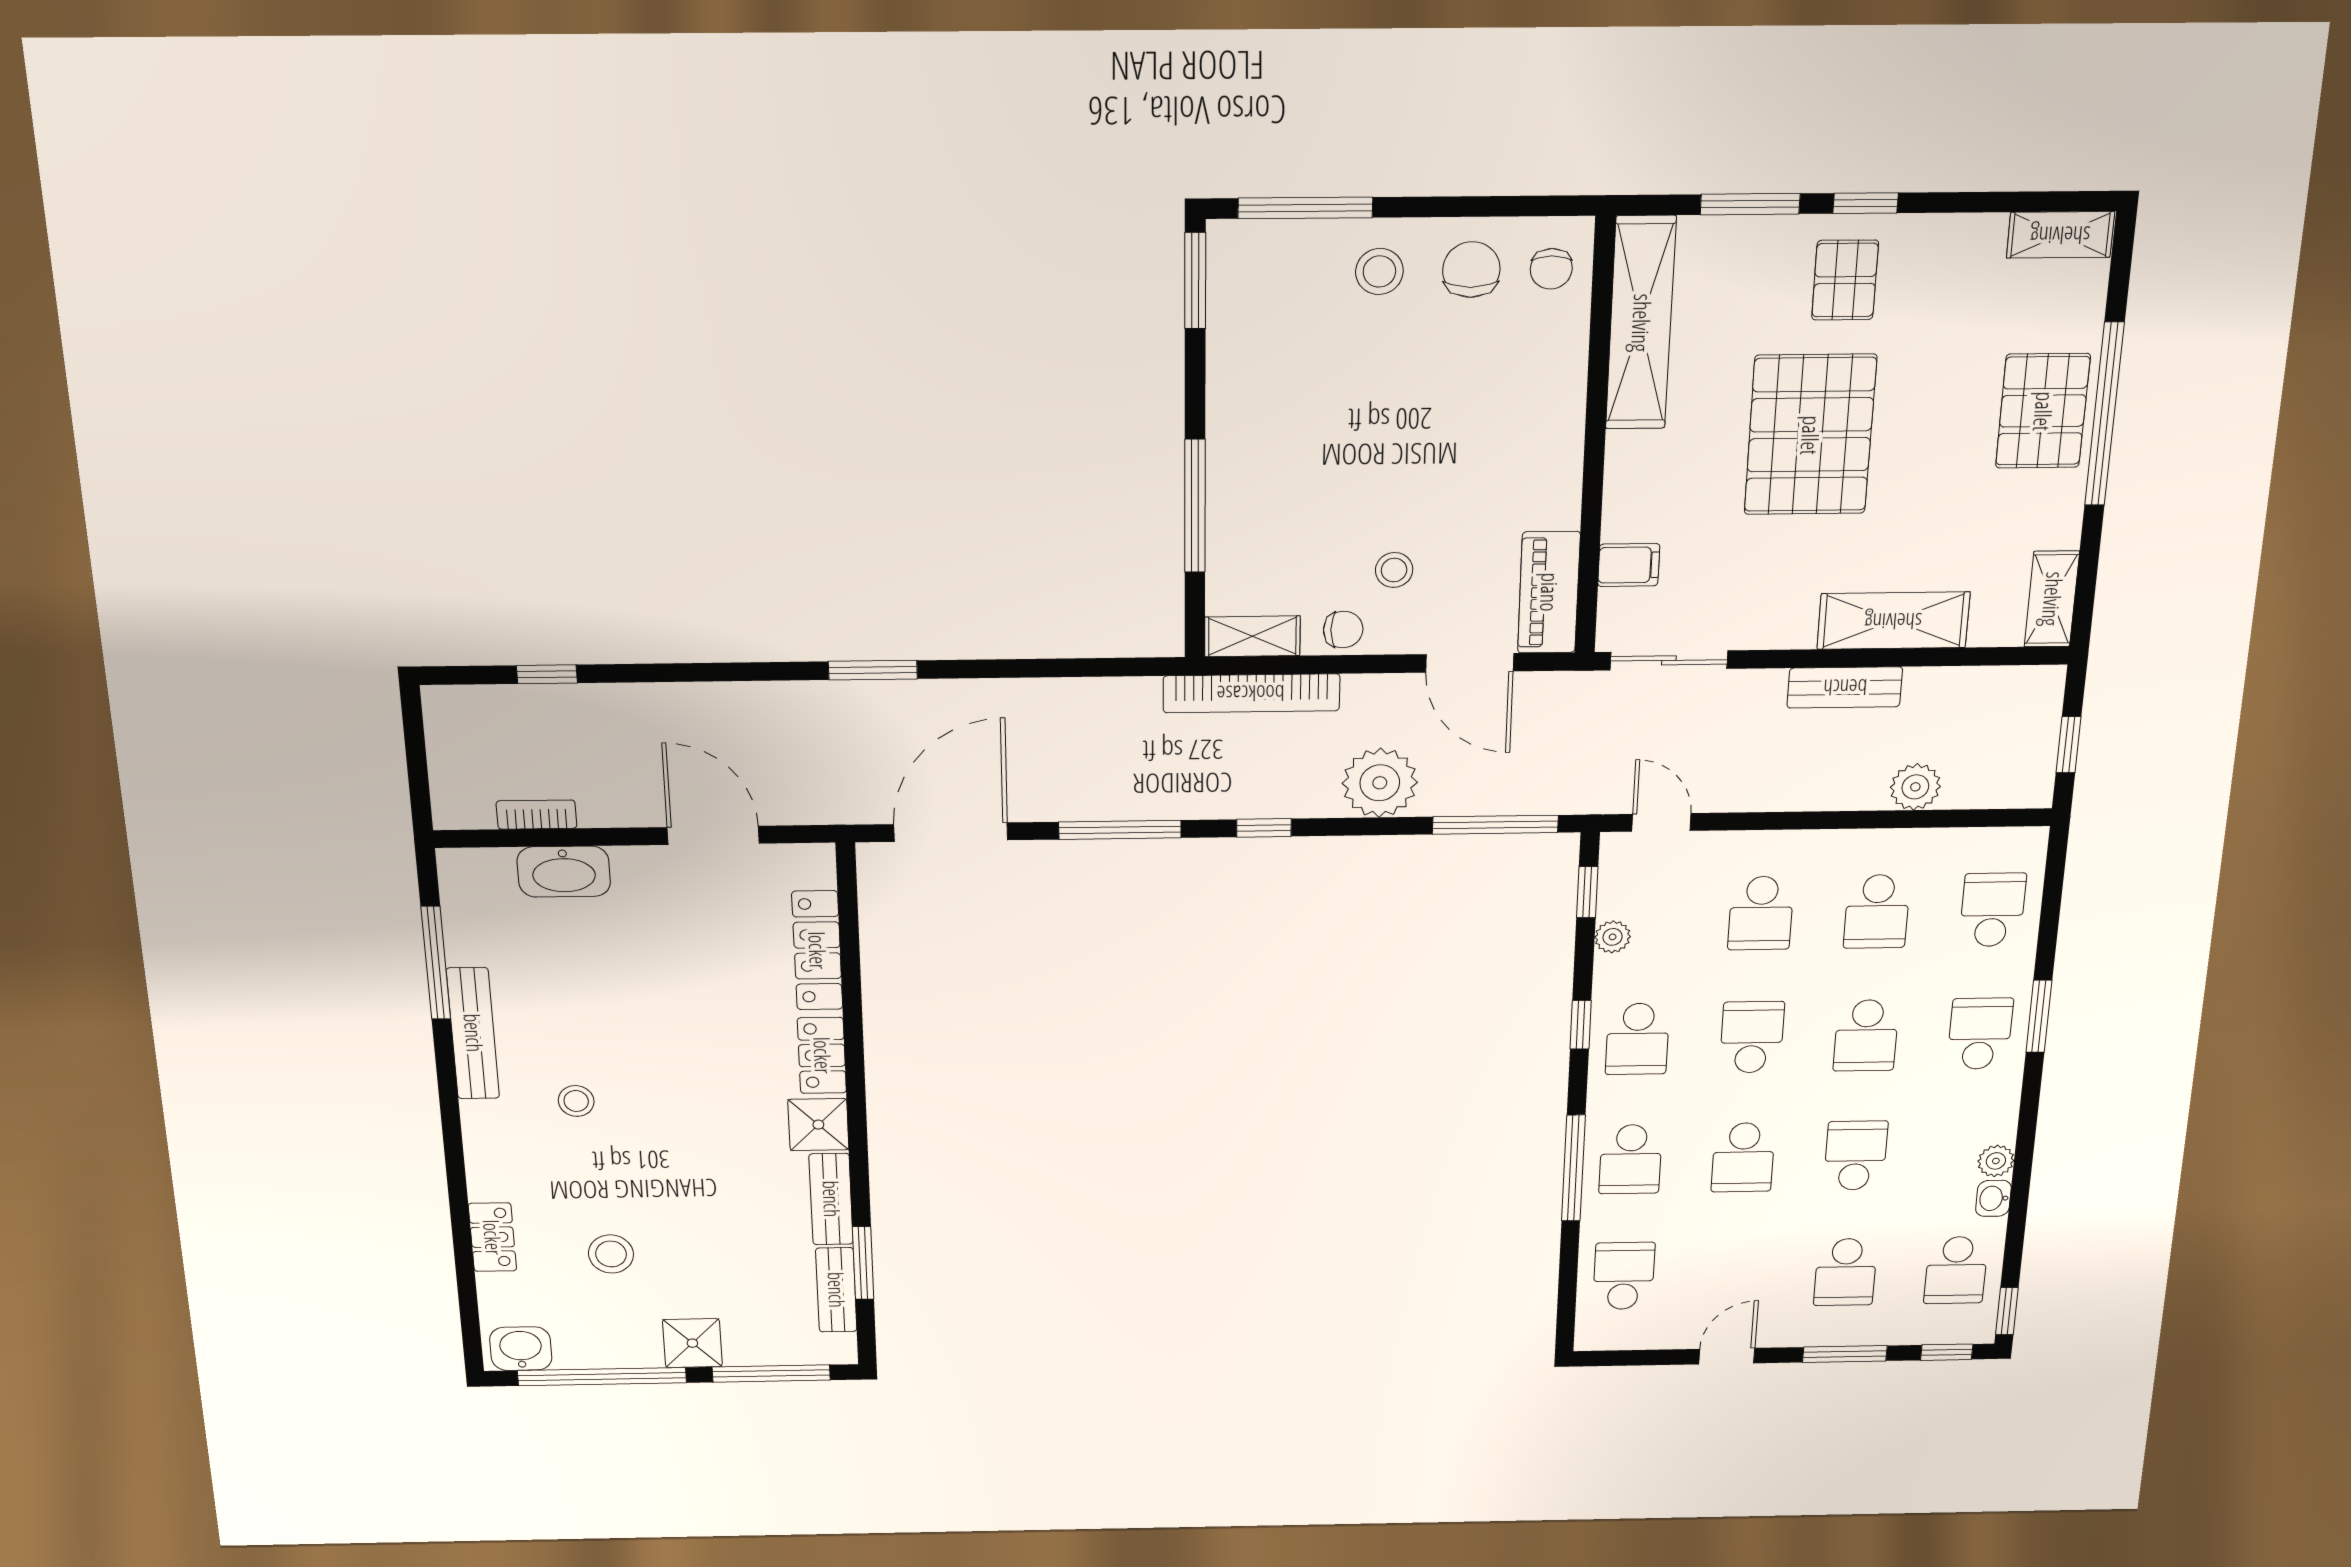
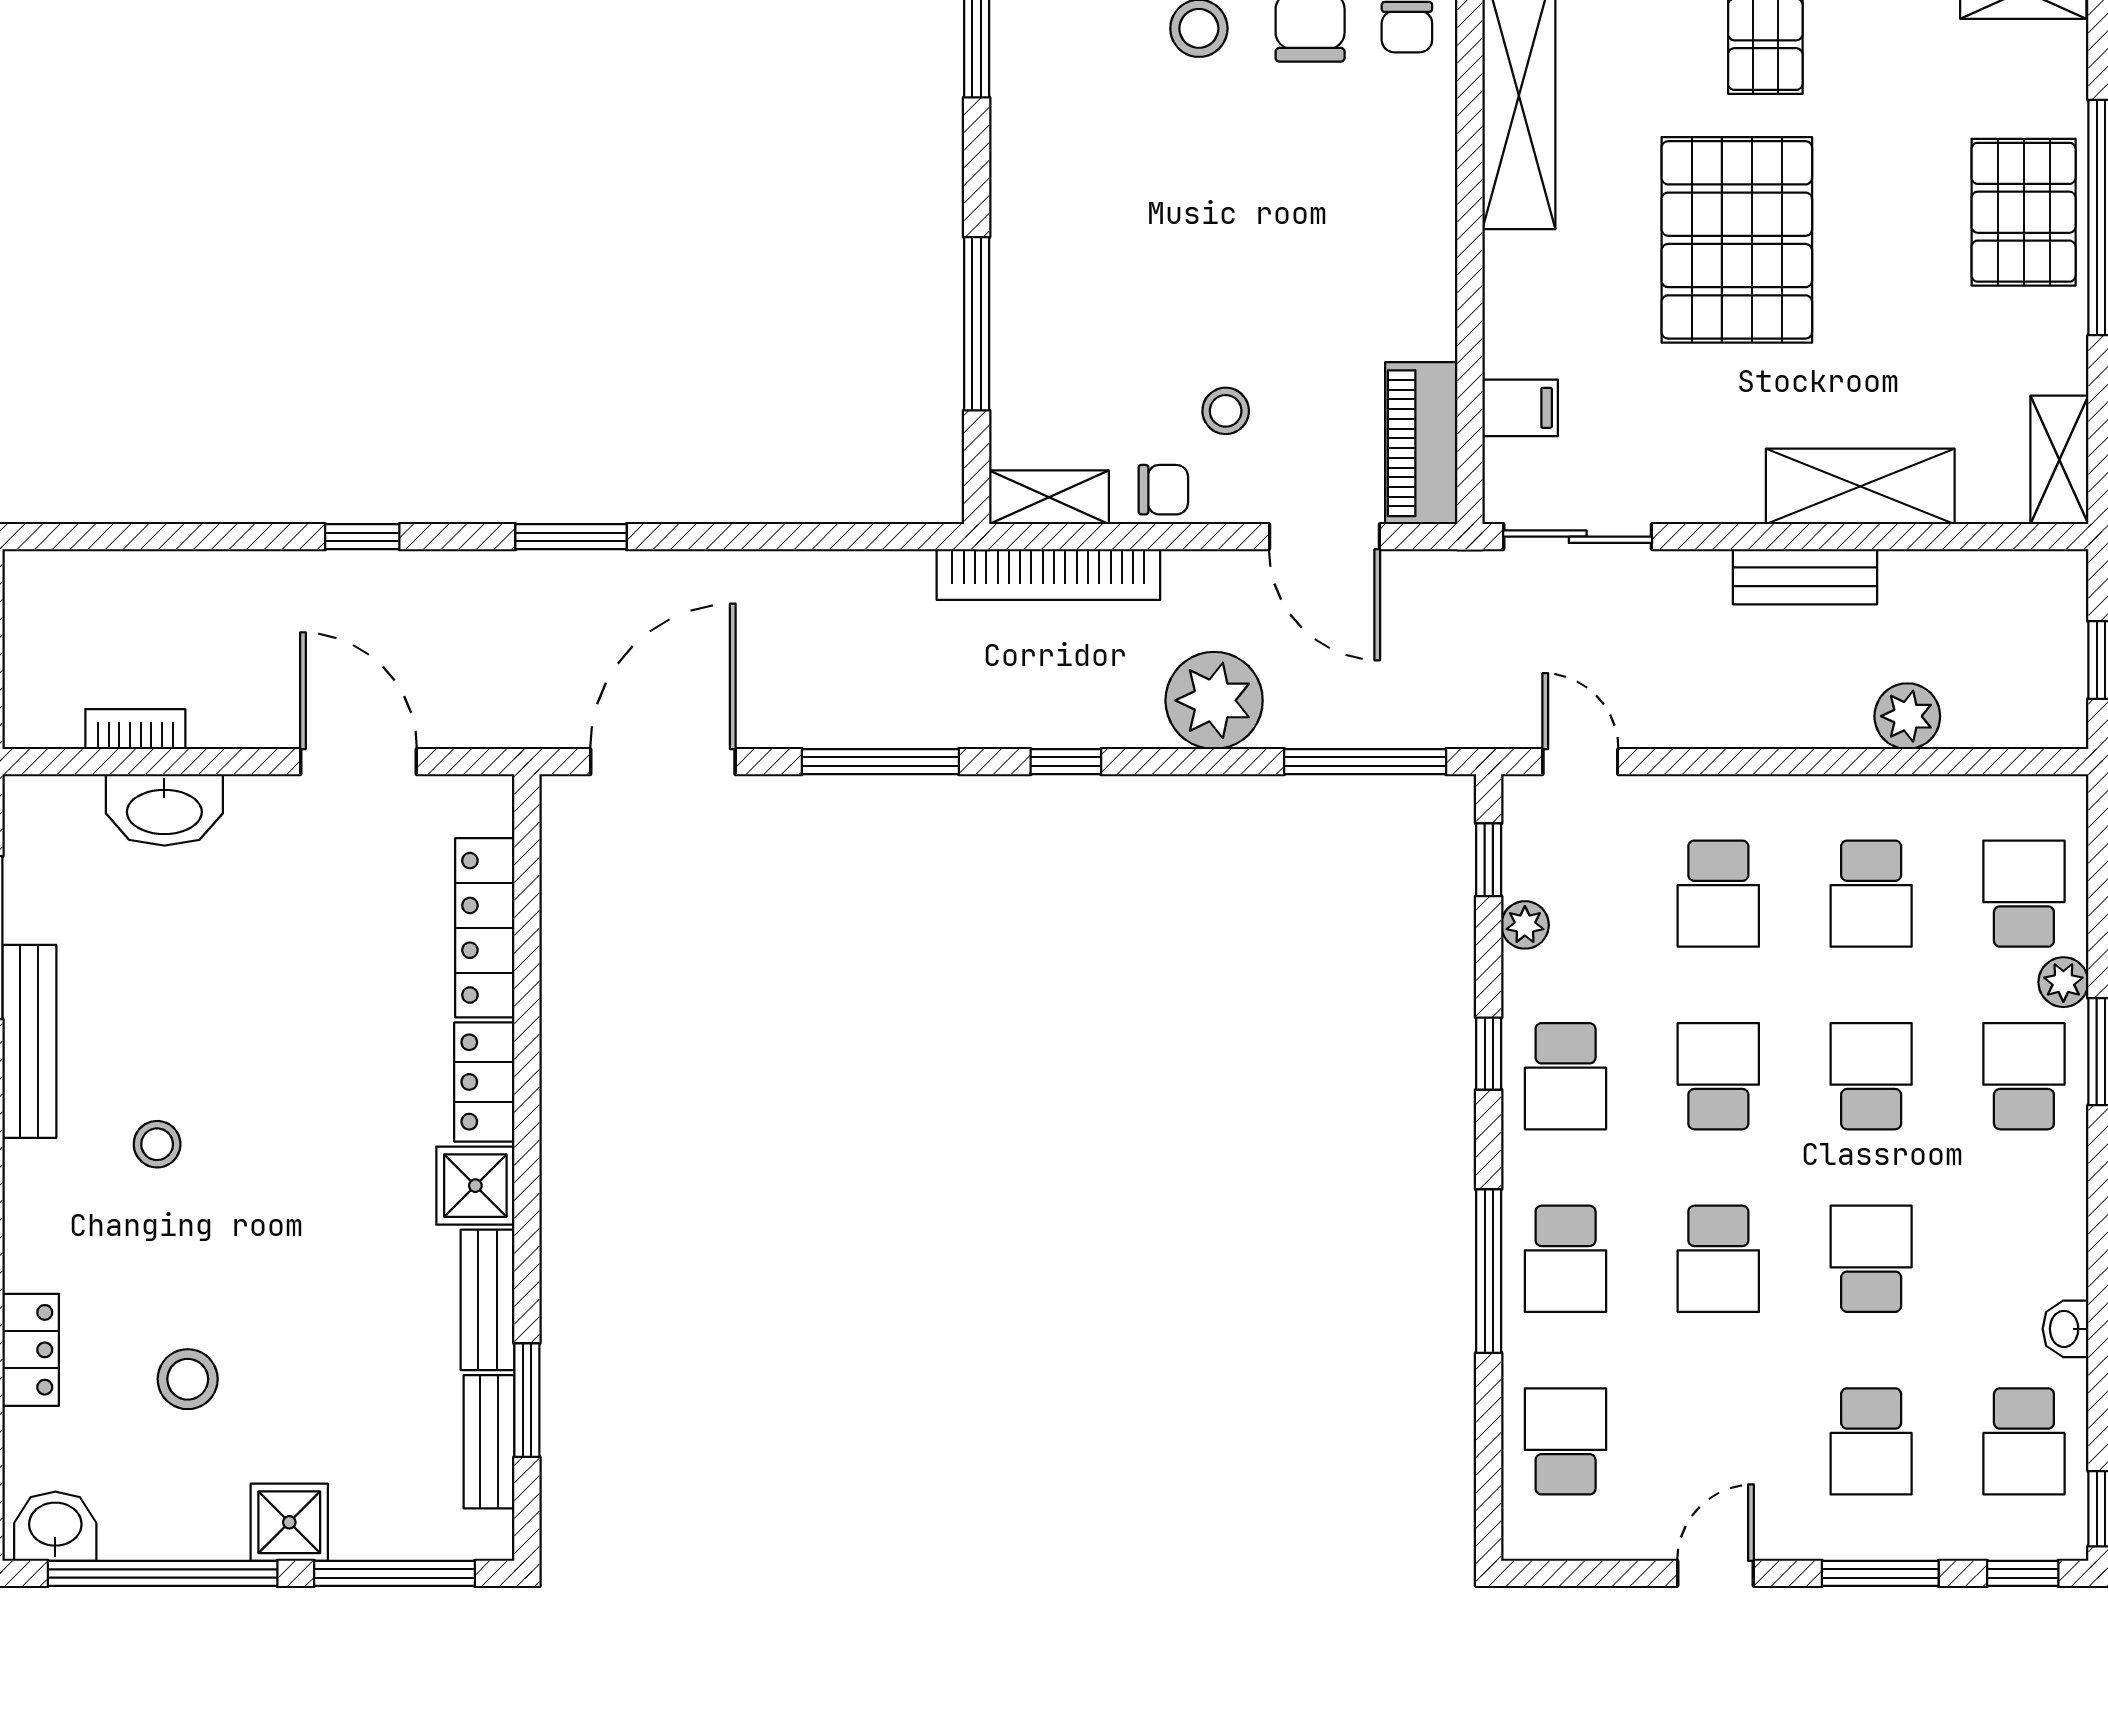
window: (547, 674) -> (362, 537), moved
school desk: (1866, 1035) -> (1871, 1076), turned 180
plant: (1996, 1161) -> (2063, 982), moved

